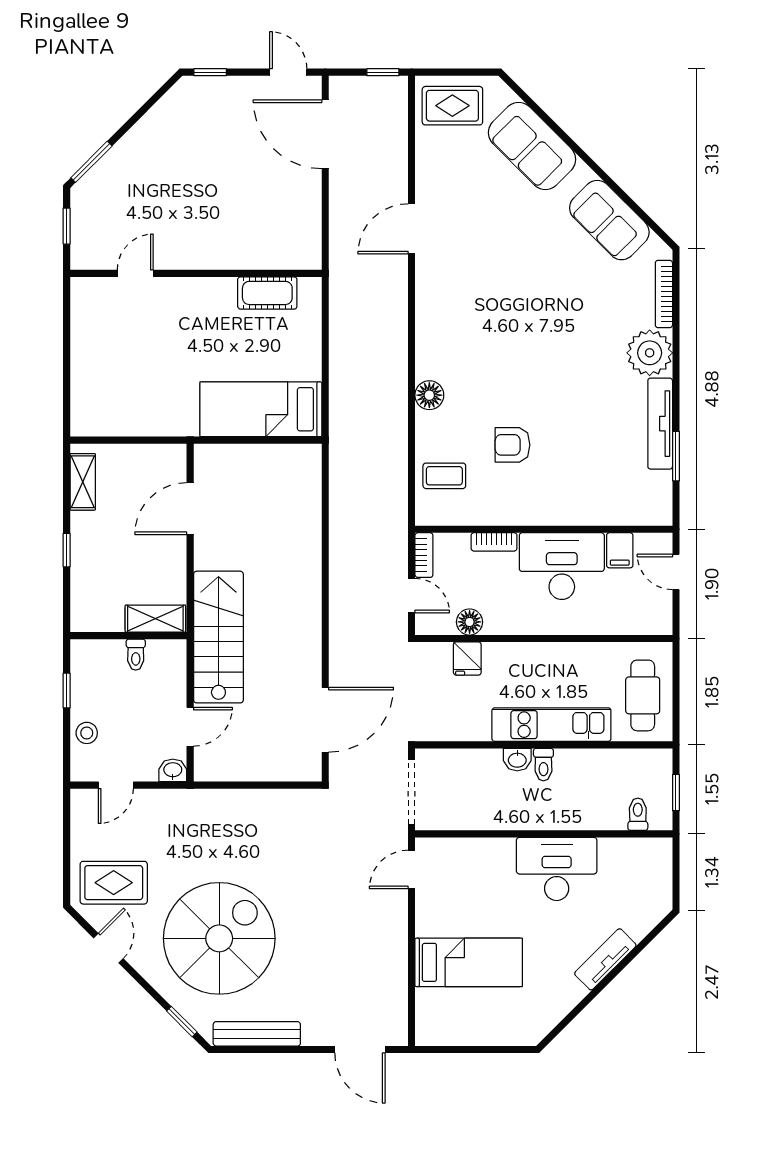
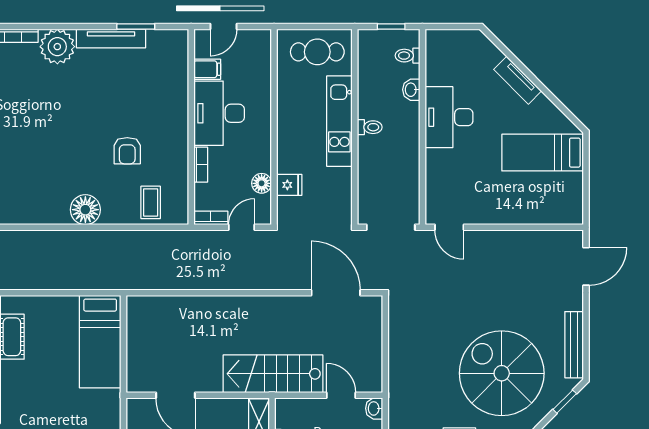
floor lamp: (429, 395) -> (85, 210), width x1.38, depth x1.38
washbasin: (517, 760) -> (411, 90), moved, turned 180
bed: (469, 962) -> (543, 153), moved, turned -90

